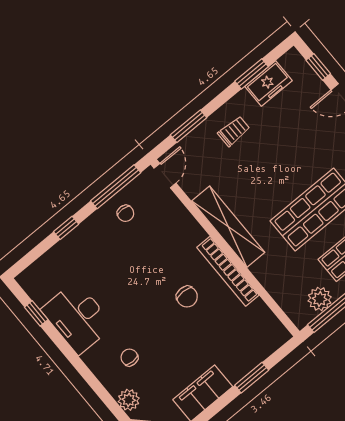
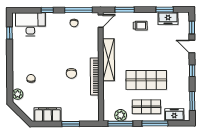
desk: (77, 318) -> (30, 24), moved, turned 90

